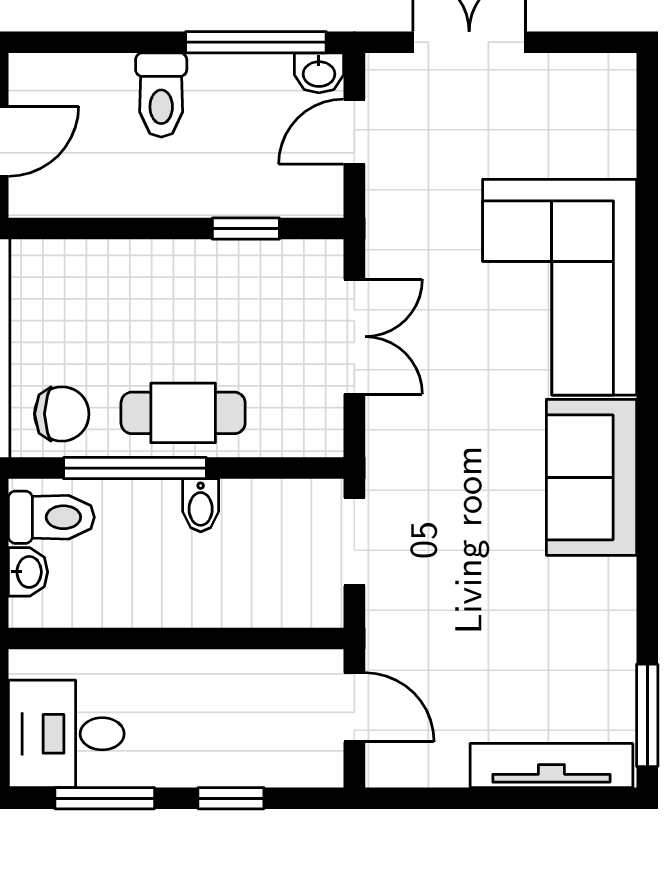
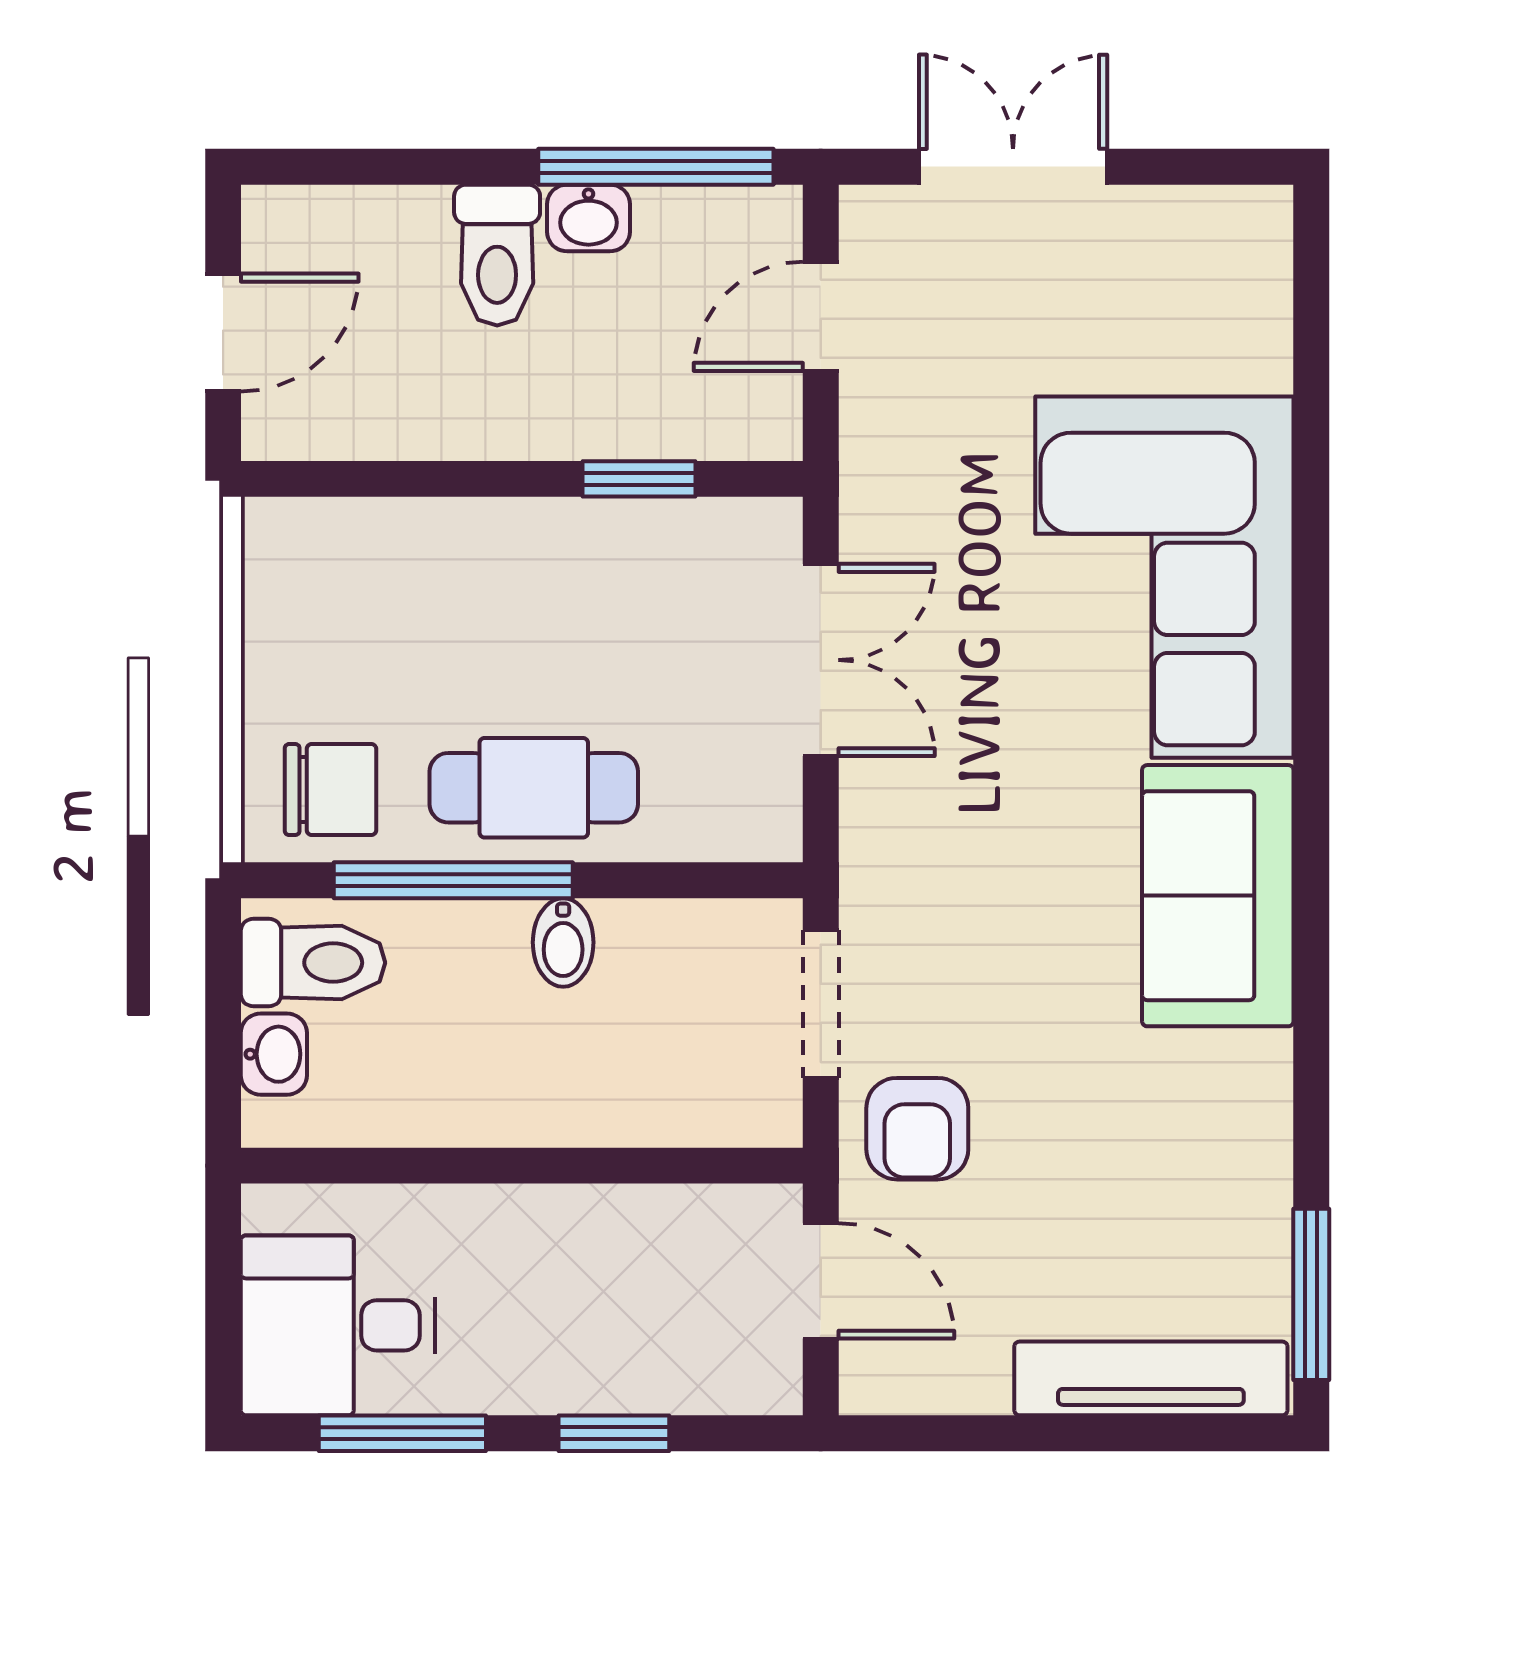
washbasin: (319, 73) -> (589, 218), moved
armchair: (412, 616) -> (917, 1129), added

